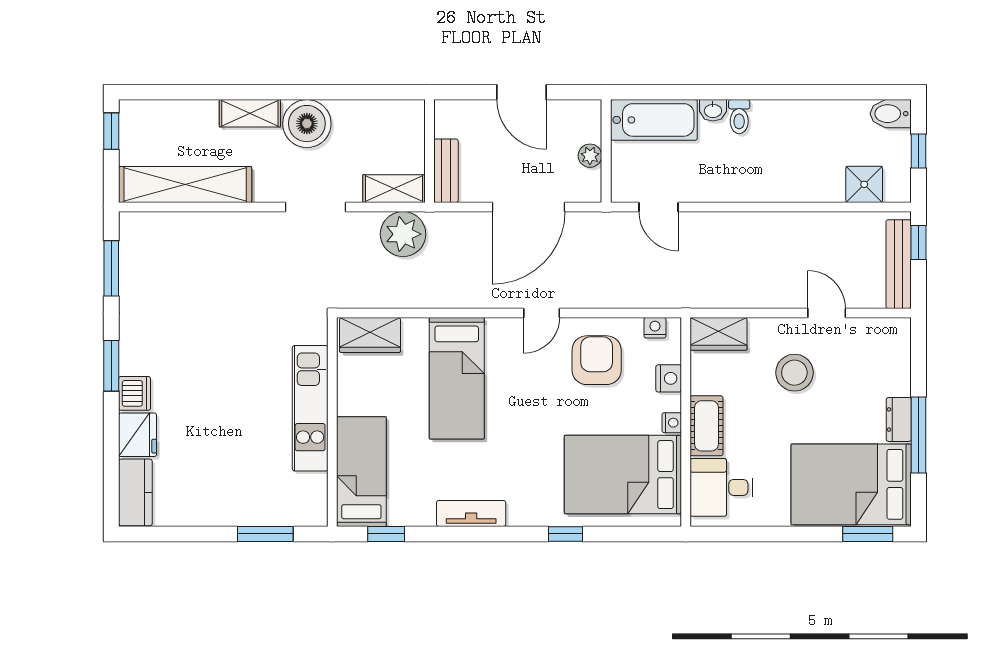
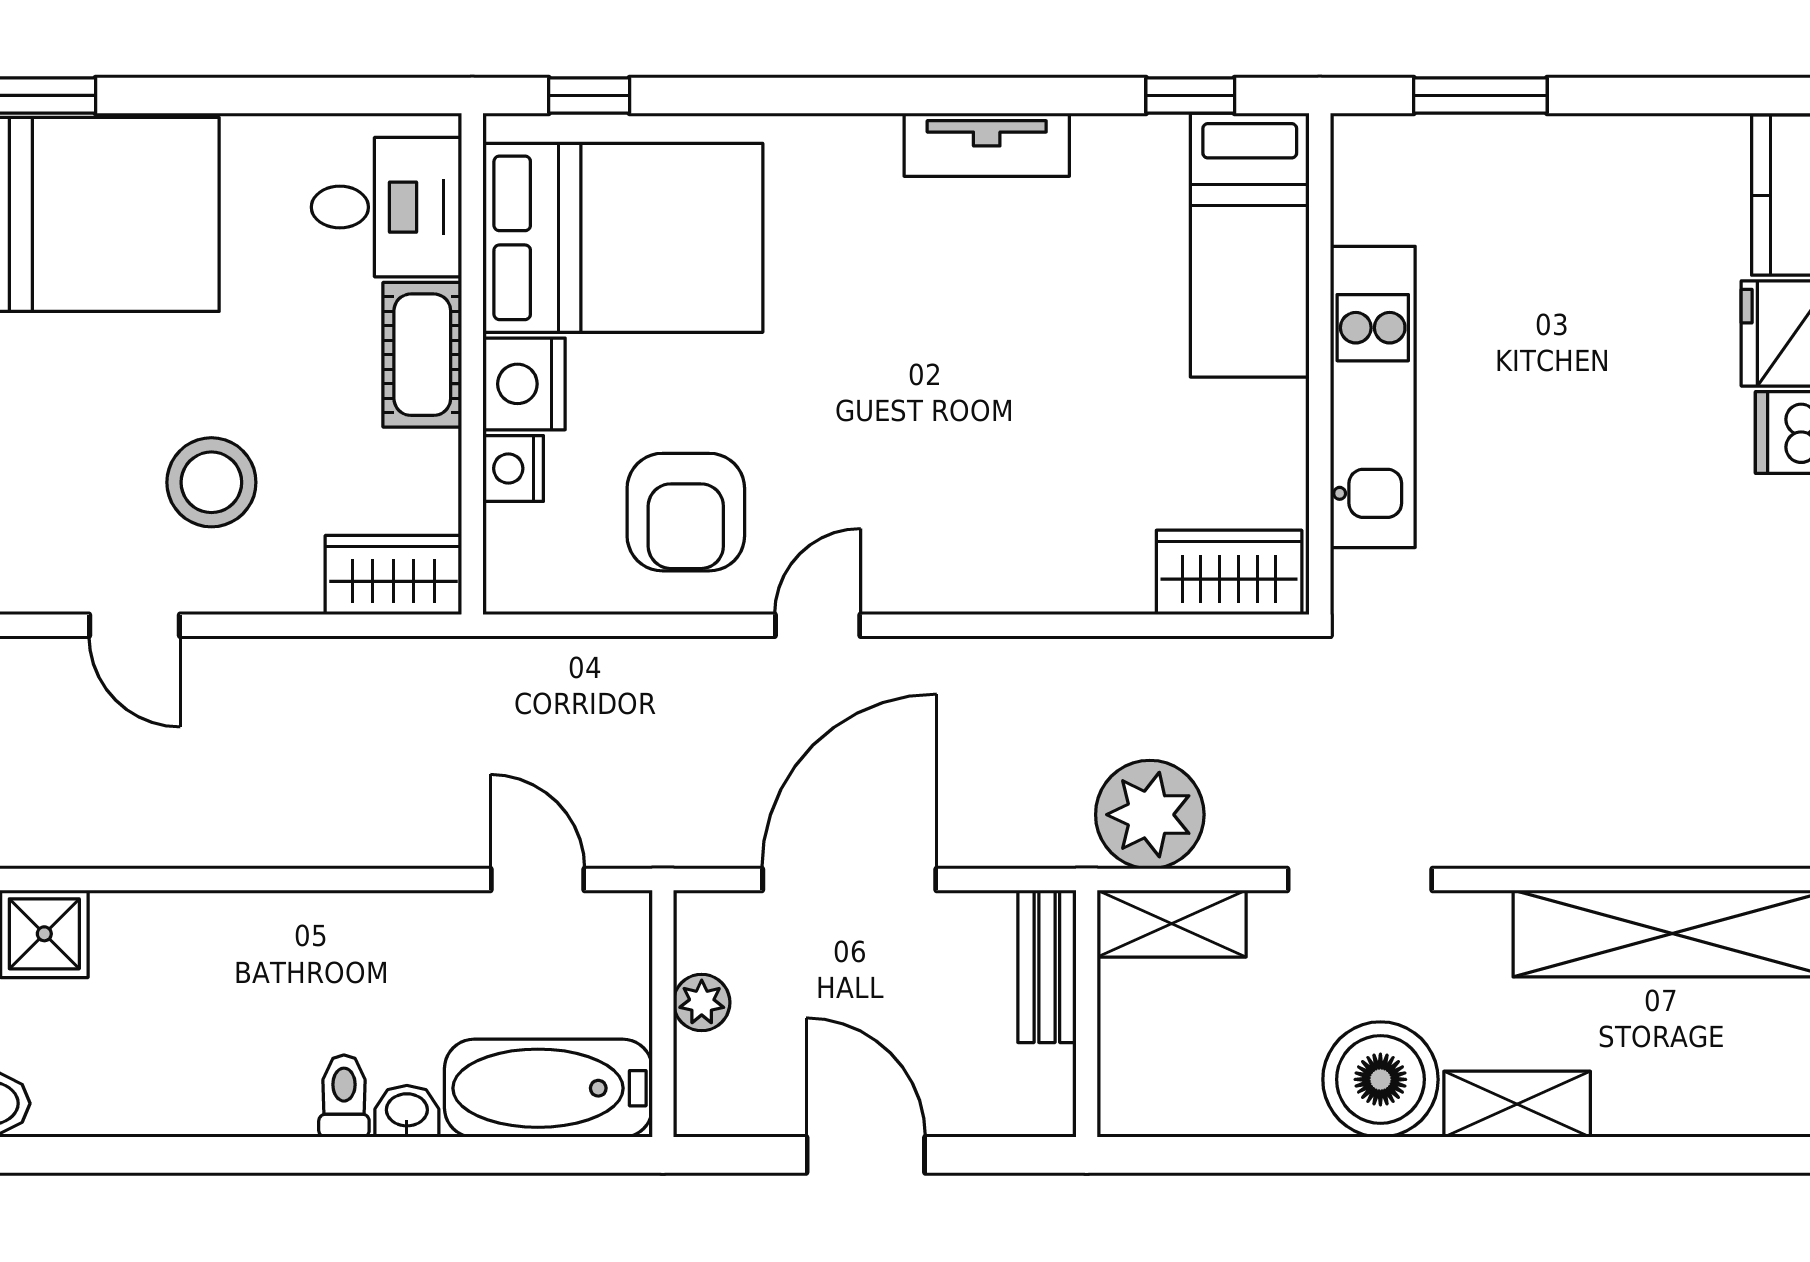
nightstand: (655, 328) -> (546, 590), removed
bed: (457, 378) -> (1021, 469), removed
nightstand: (672, 423) -> (524, 384), width x1.89, depth x1.79
window: (565, 534) -> (589, 95), moved

